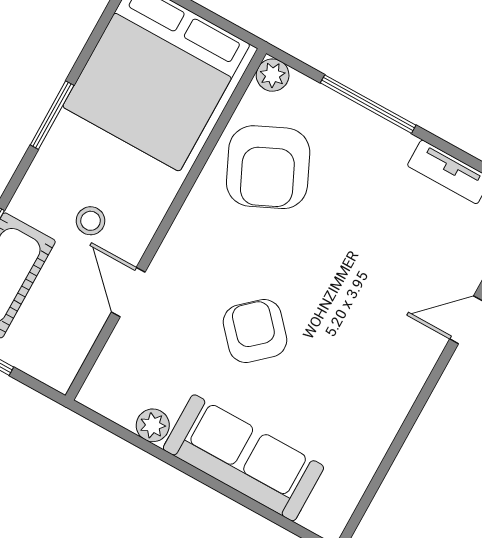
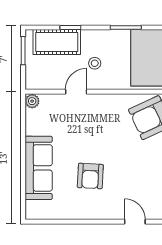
armchair: (255, 331) -> (90, 176), moved, turned 135
plant: (153, 425) -> (32, 101), moved

